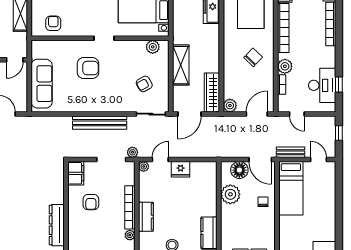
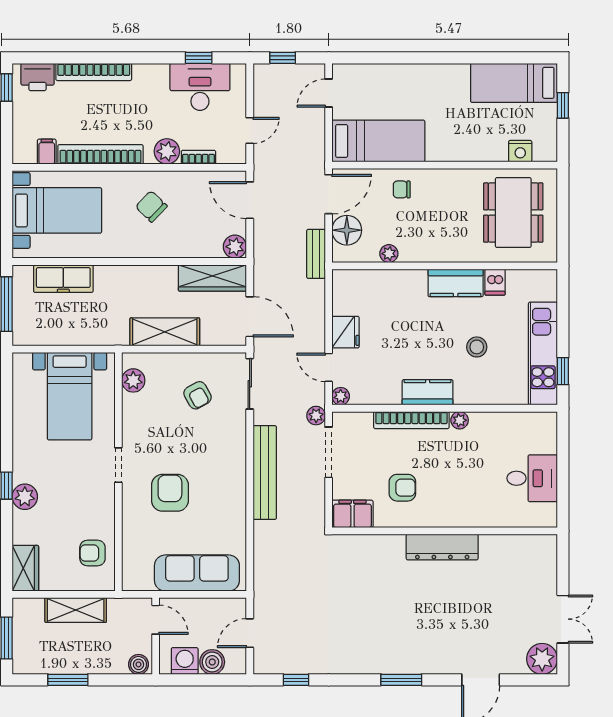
bench: (291, 152) -> (316, 254), moved
plant: (230, 194) -> (389, 254), width x0.53, depth x0.53

